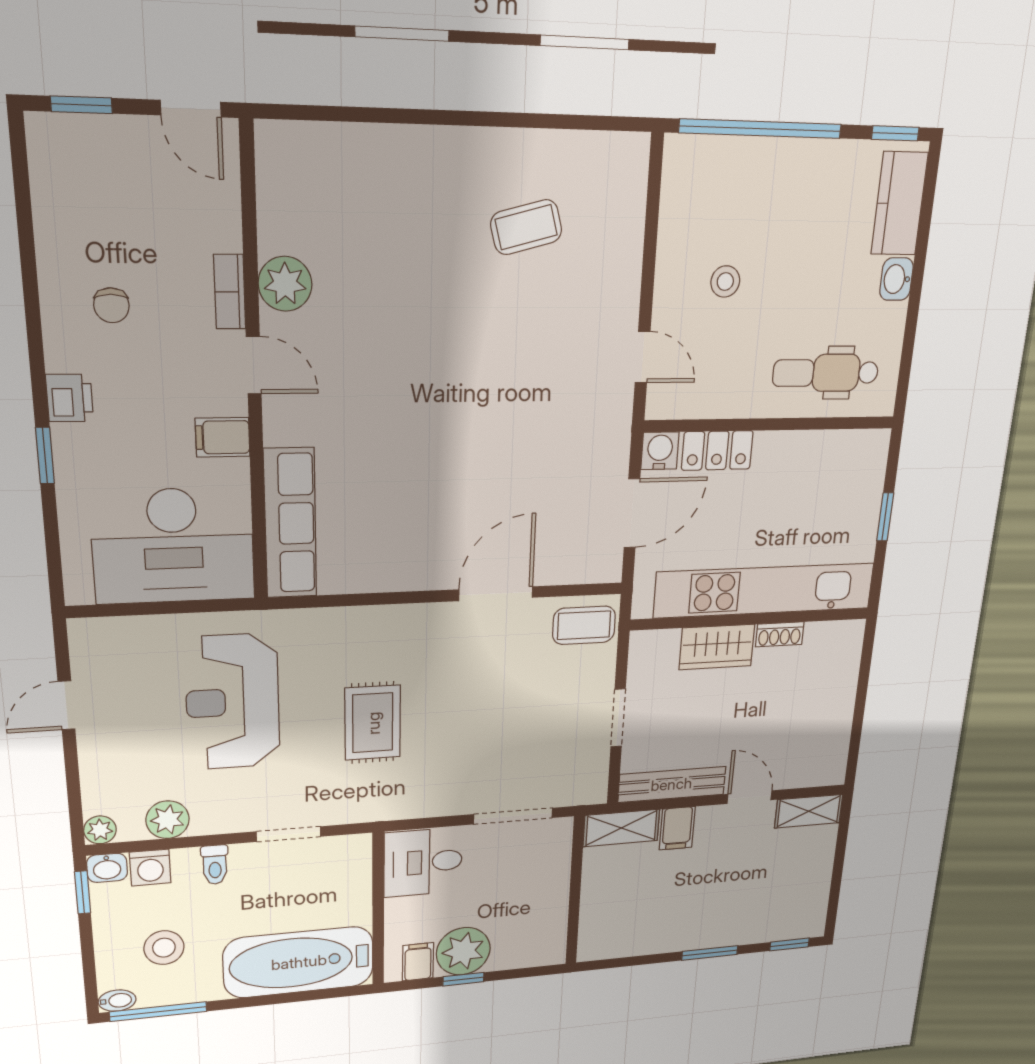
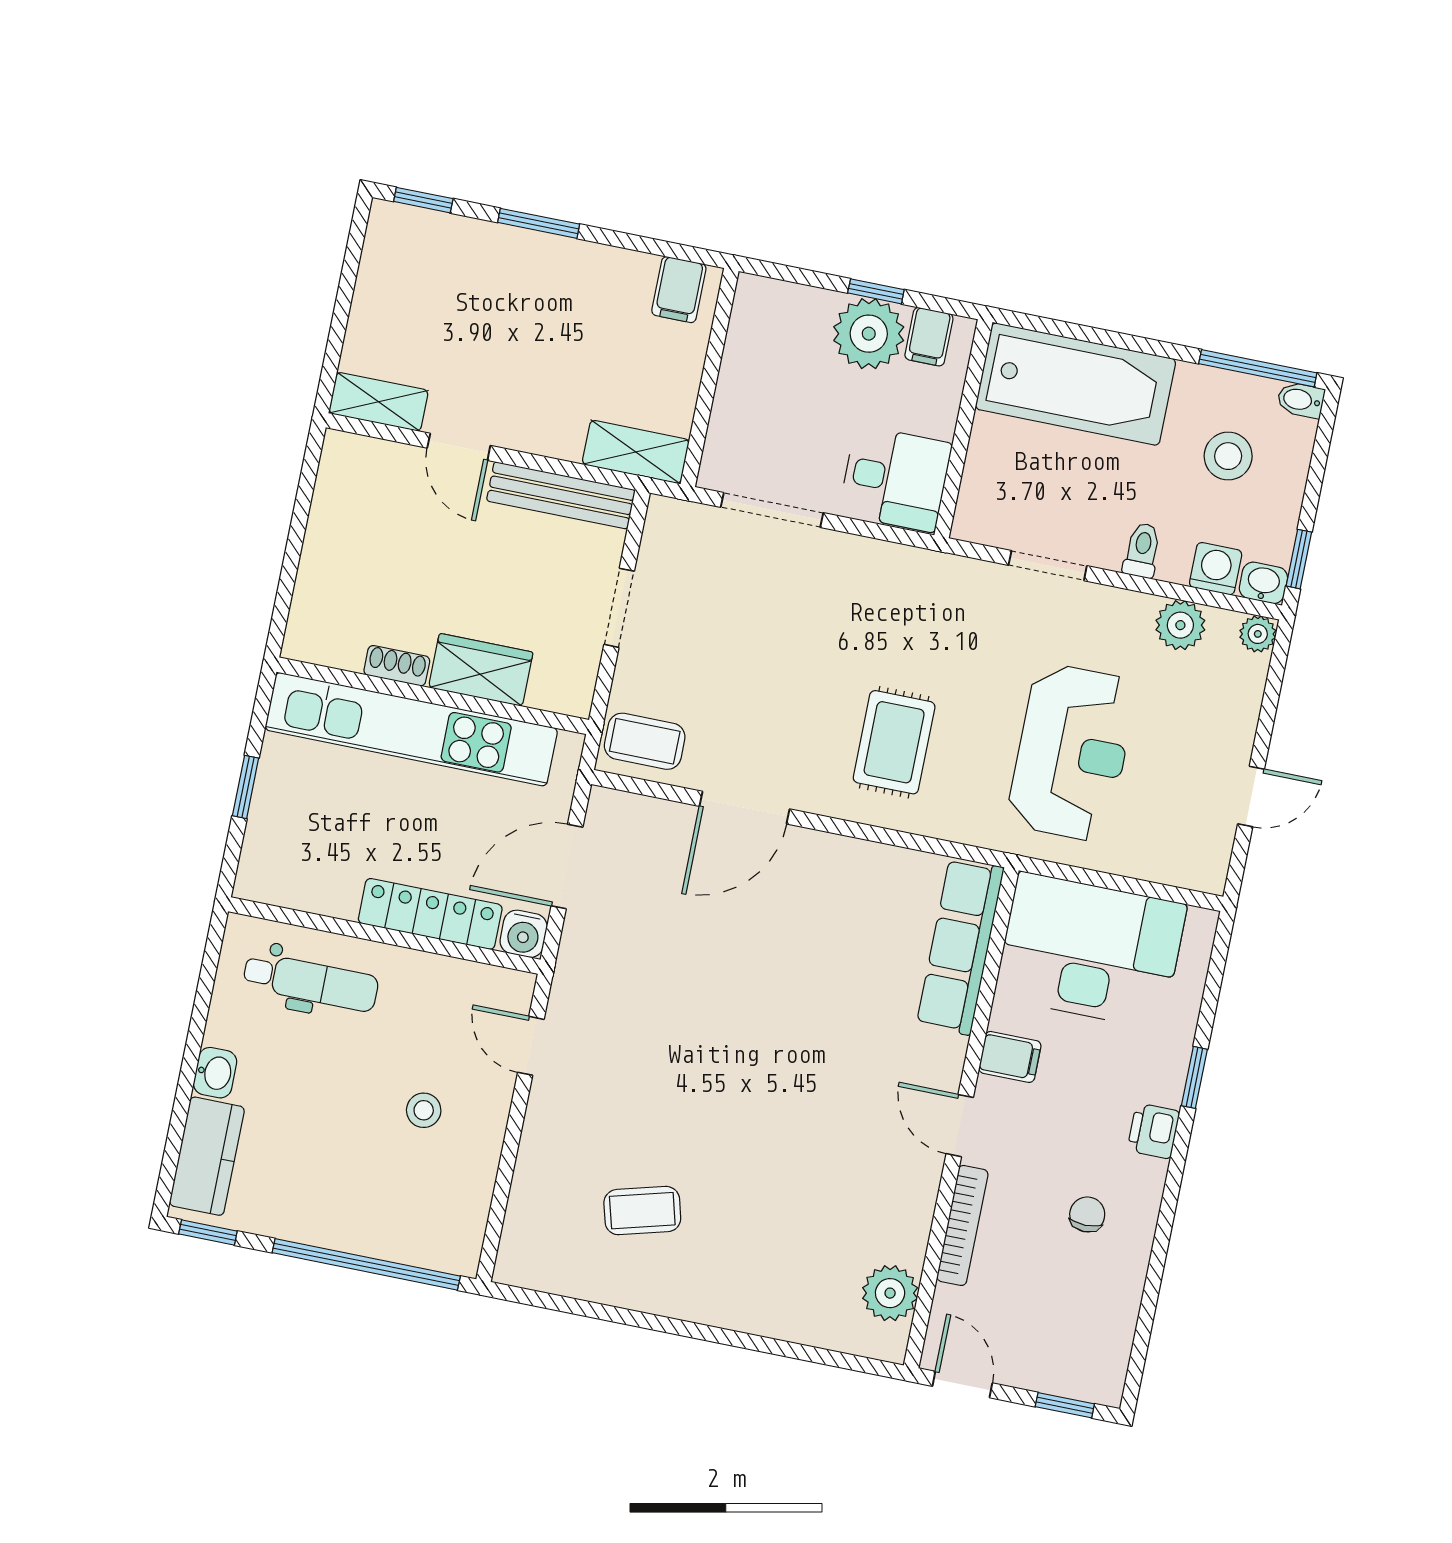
plant: (285, 284) -> (890, 1293), moved
bookcase: (230, 292) -> (962, 1225), width x1.56
locker: (717, 450) -> (430, 914), width x1.53
rug: (373, 723) -> (894, 742), moved
filing cabinet: (677, 828) -> (679, 290), moved, turned 180

